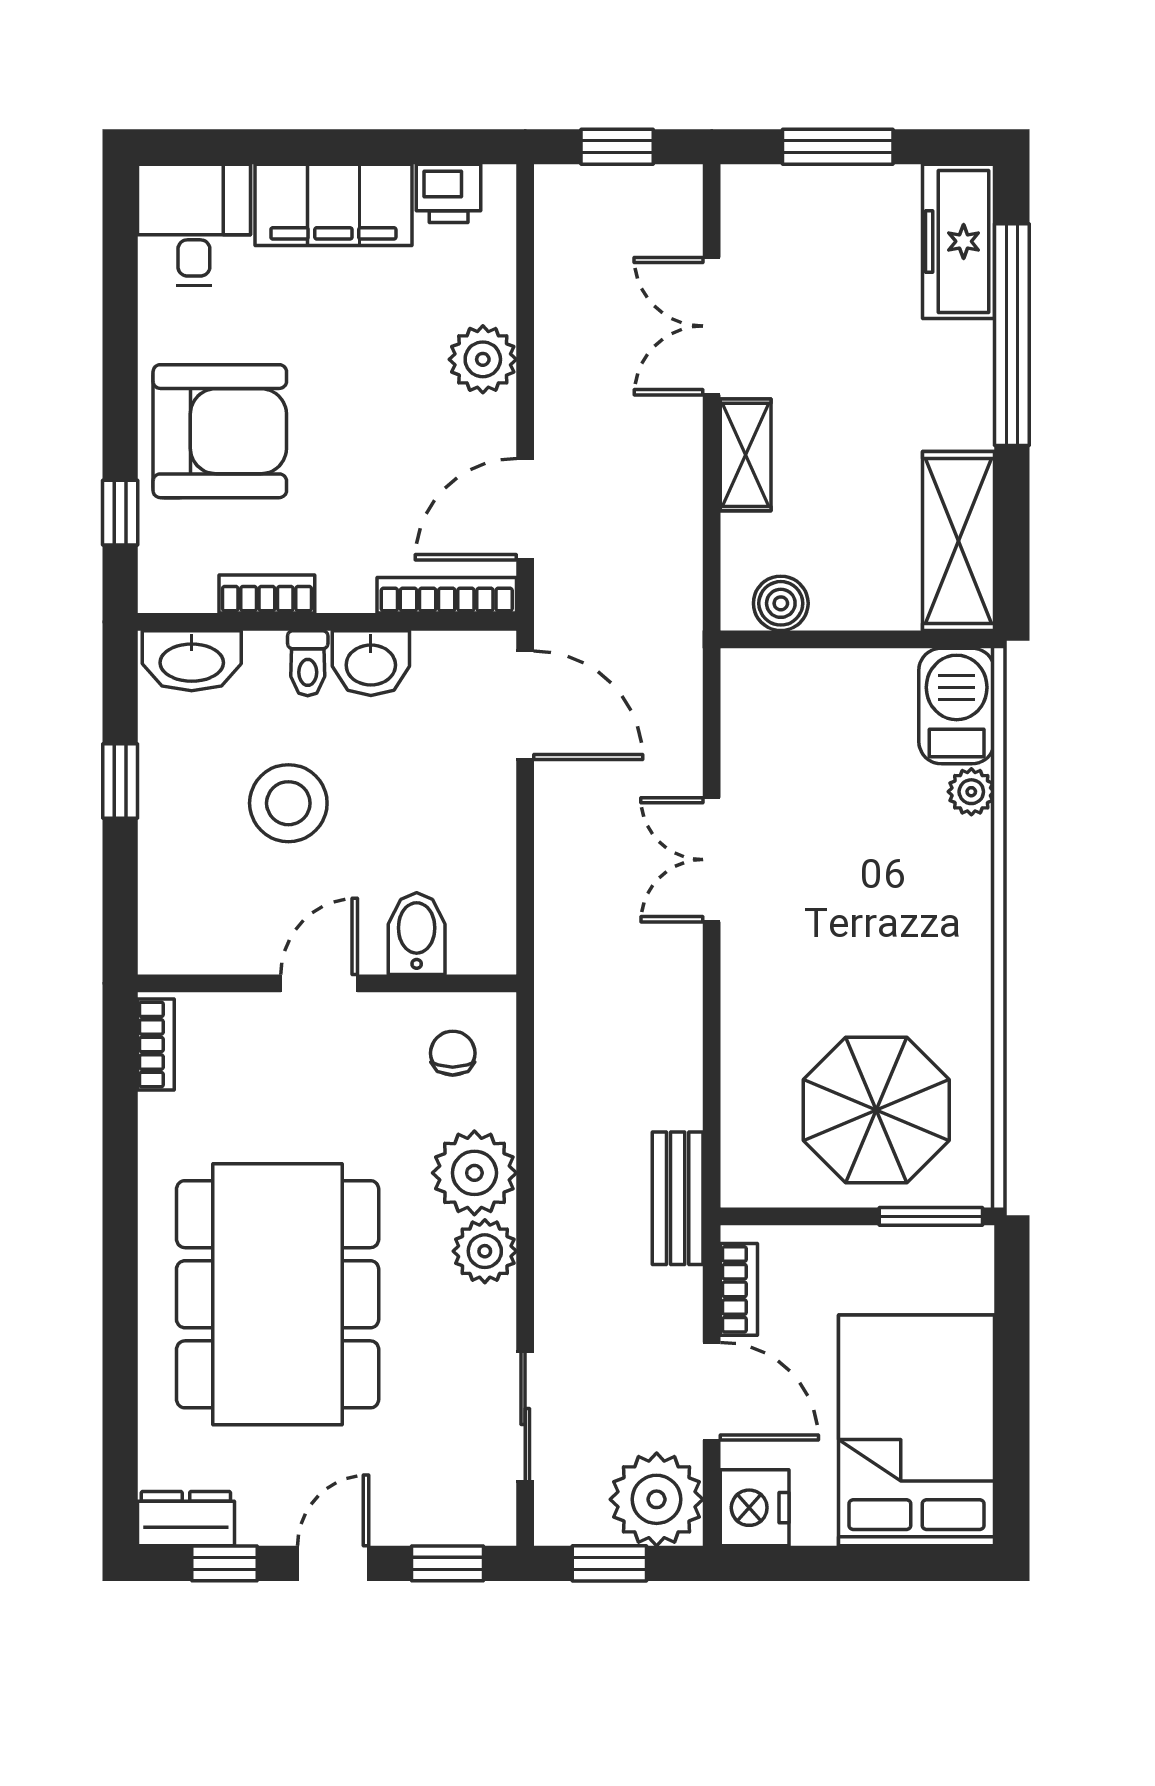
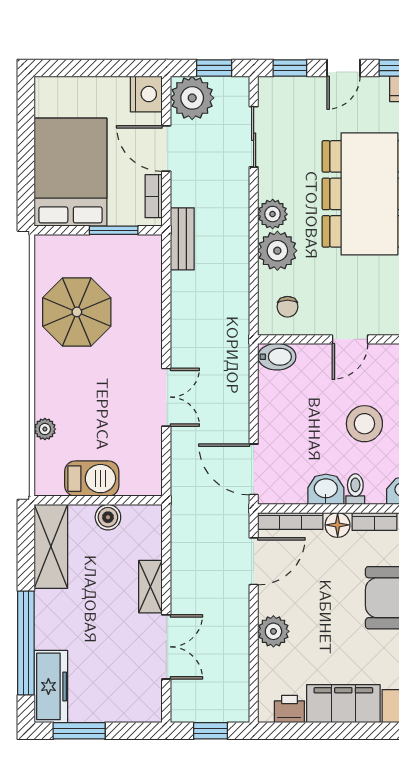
window: (838, 147) -> (79, 731), moved
floor lamp: (346, 587) -> (338, 525), added
boiler: (781, 603) -> (108, 517), moved
barbecue: (957, 706) -> (92, 479), moved, turned -90
bidet: (417, 934) -> (277, 357), moved, turned -90
parasol: (876, 1110) -> (77, 312), moved
window: (931, 1216) -> (114, 230), moved
bed: (917, 1430) -> (71, 172), moved, turned 180

